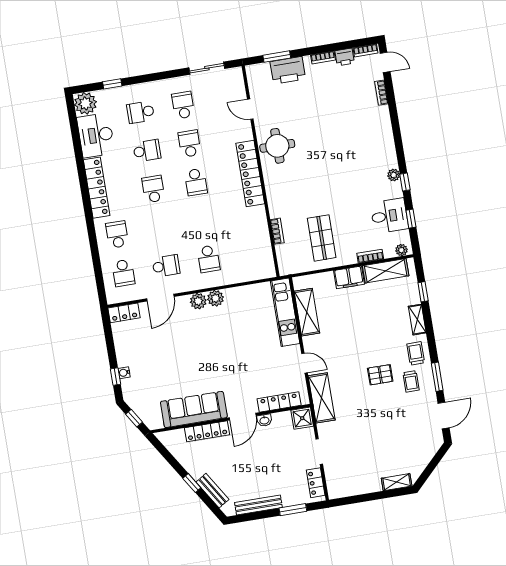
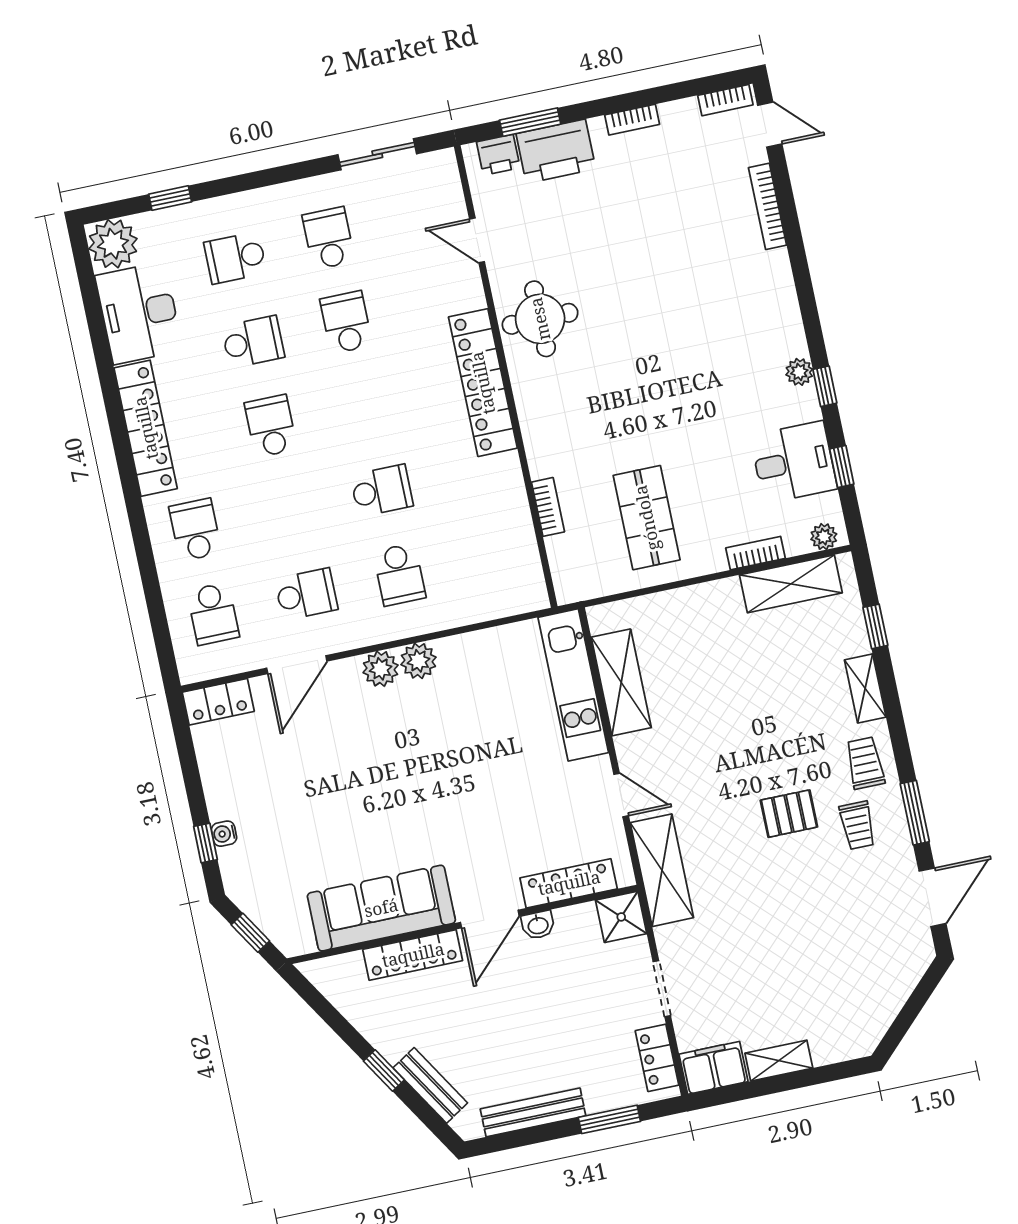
printer: (345, 57) -> (498, 155), moved
bookcase: (381, 93) -> (767, 206), width x1.56
school desk: (196, 182) -> (382, 490), moved, turned -90
filing cabinet: (349, 277) -> (714, 1068), moved, turned 180
shelving: (397, 482) -> (779, 1061), moved

